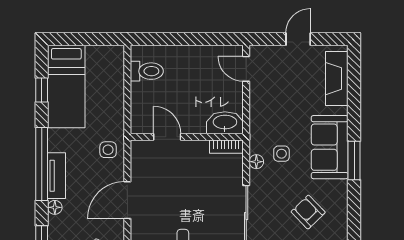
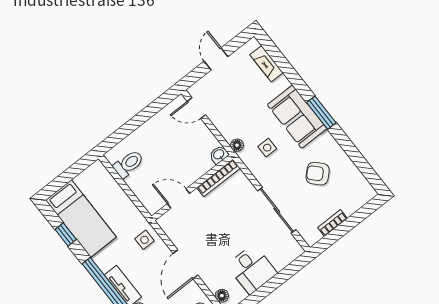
fireplace: (337, 79) -> (266, 64), width x0.73, depth x0.76
washbasin: (225, 123) -> (219, 155), width x0.52, depth x0.69
bookcase: (226, 147) -> (218, 178), width x1.56
floor lamp: (256, 162) -> (237, 145), moved

